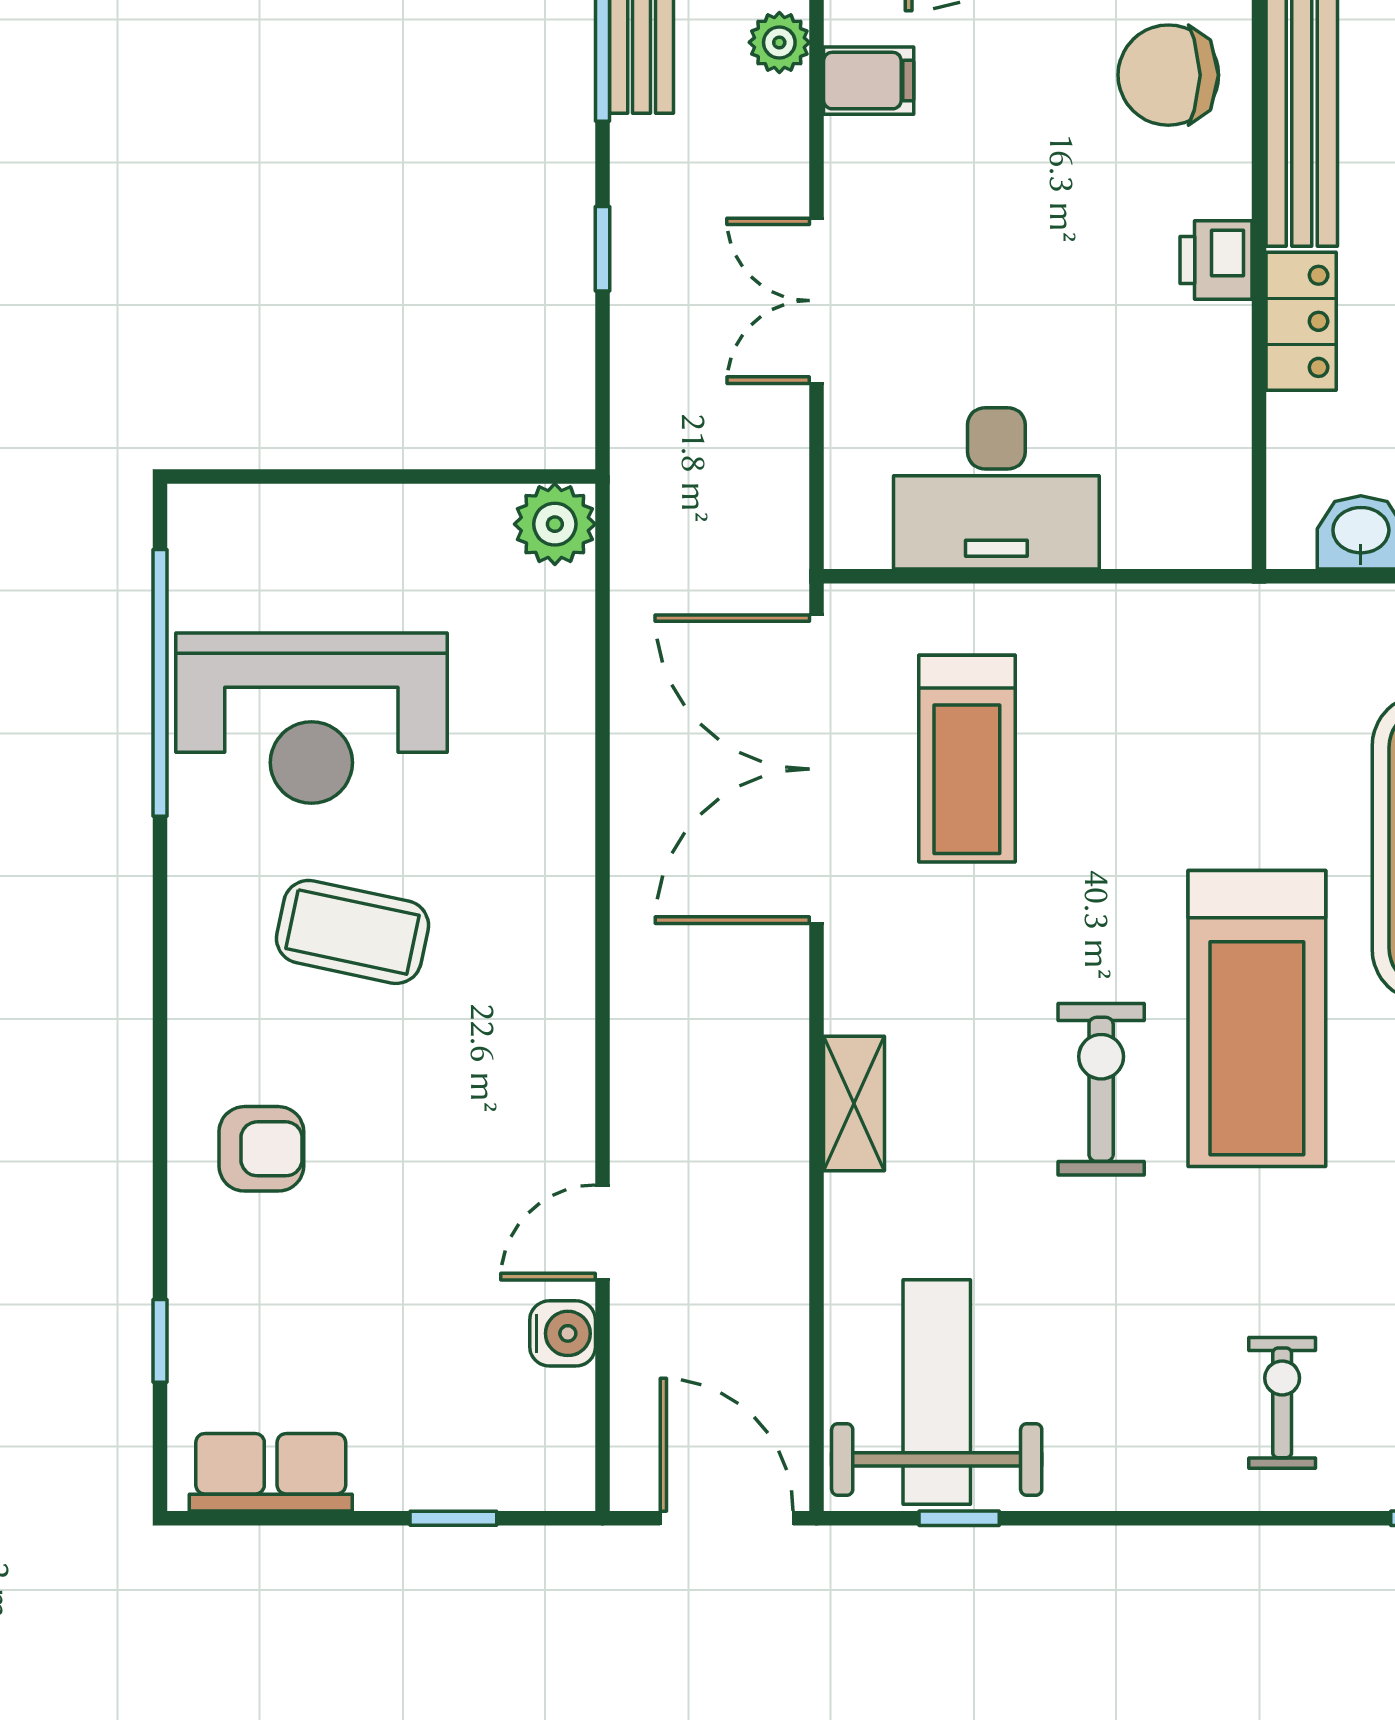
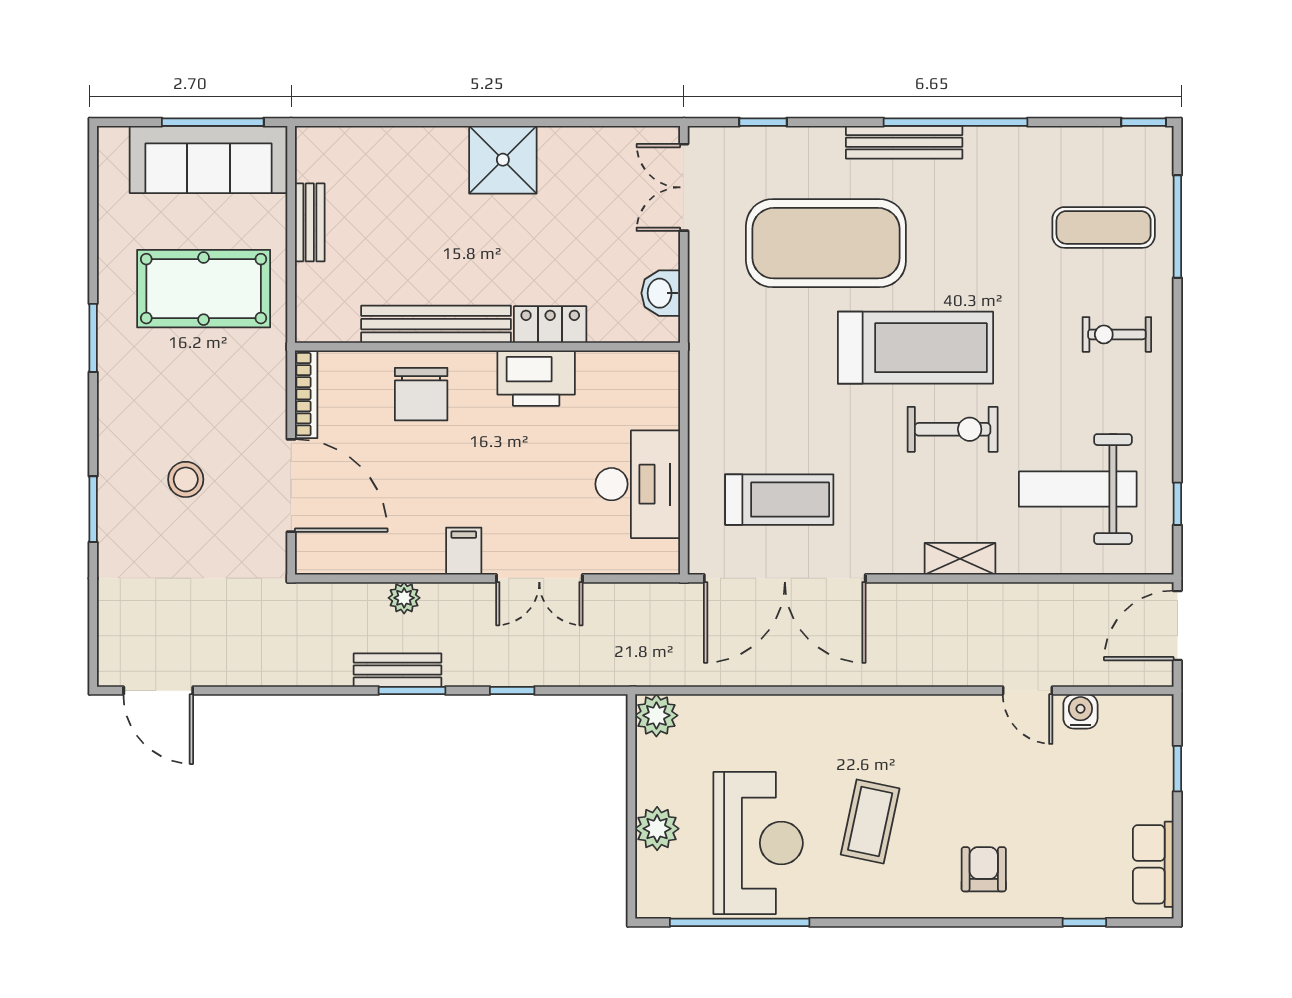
filing cabinet: (869, 81) -> (464, 551), moved
printer: (1216, 260) -> (536, 378), width x1.87, depth x1.48
plant: (339, 525) -> (657, 829), added
exercise bike: (1101, 1089) -> (953, 429), turned 180
weight bench: (937, 1392) -> (1078, 489), moved

